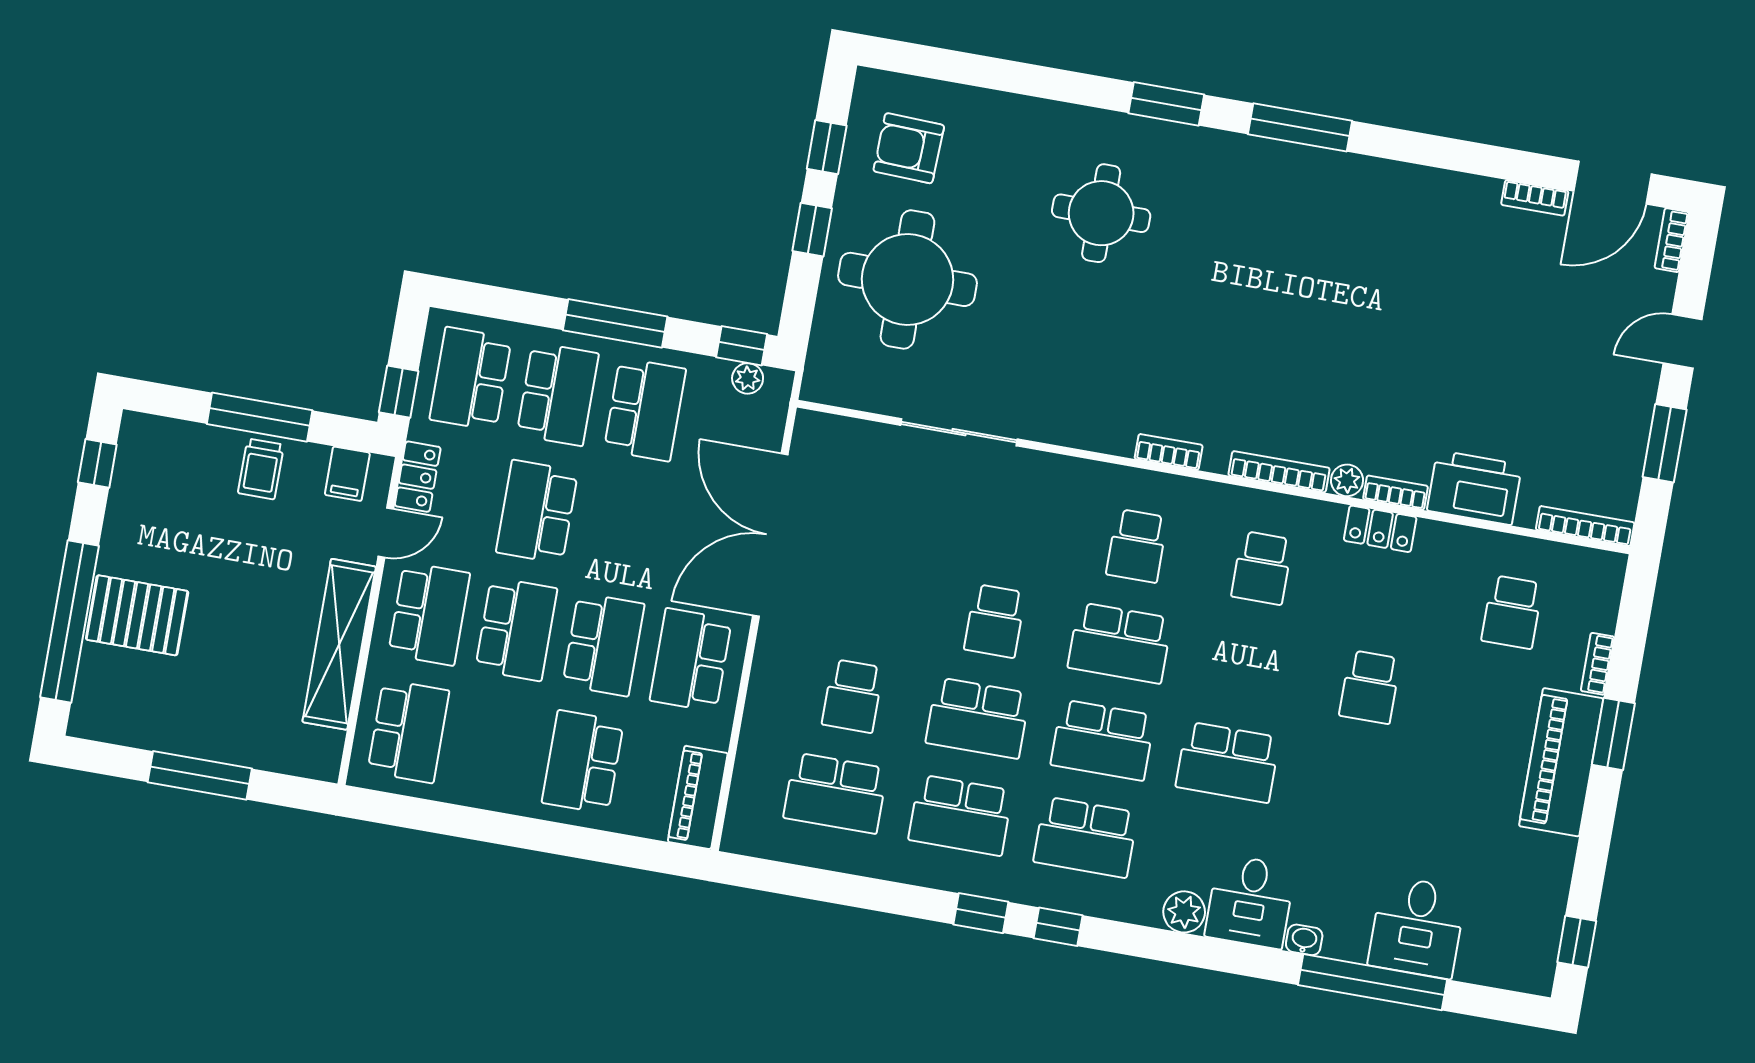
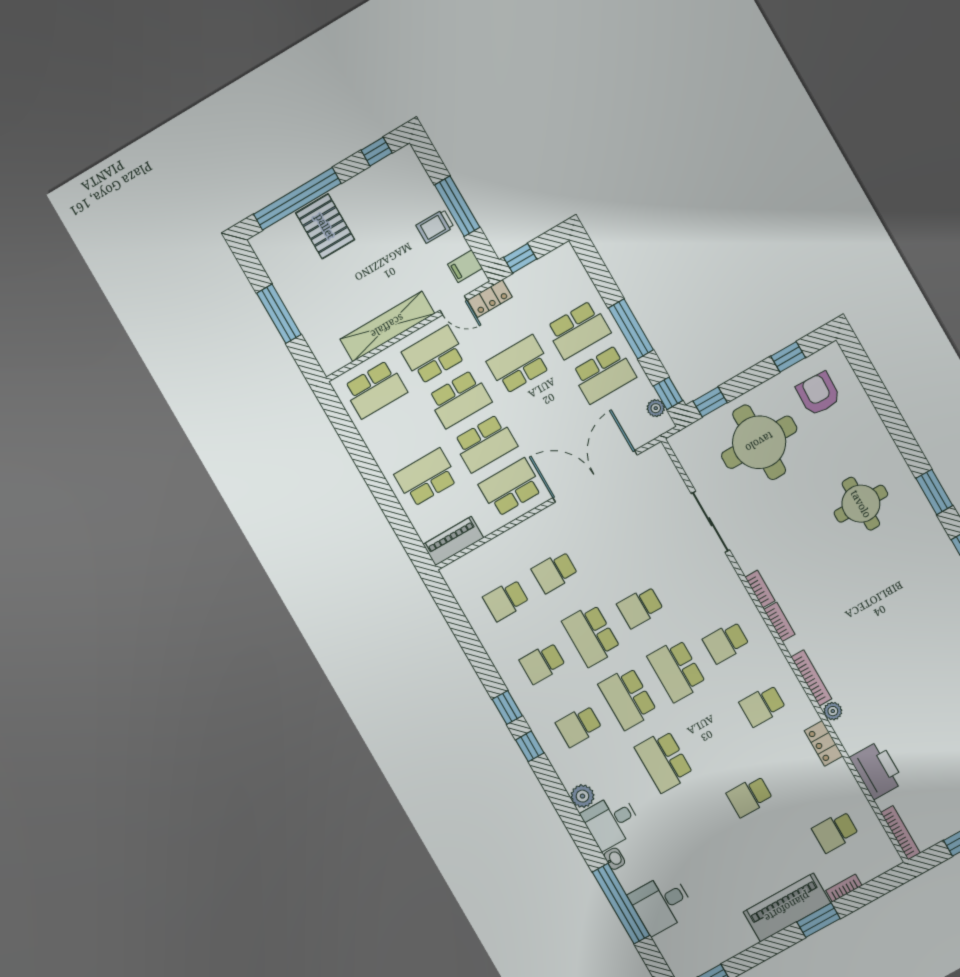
window: (812, 230) -> (710, 402), moved
school desk: (471, 379) -> (553, 285), removed
bookcase: (1395, 493) -> (760, 589), moved
school desk: (429, 614) -> (434, 355), turned 180
school desk: (835, 793) -> (506, 600), width x0.54
school desk: (961, 815) -> (542, 663), width x0.54
school desk: (1086, 837) -> (579, 726), width x0.54

